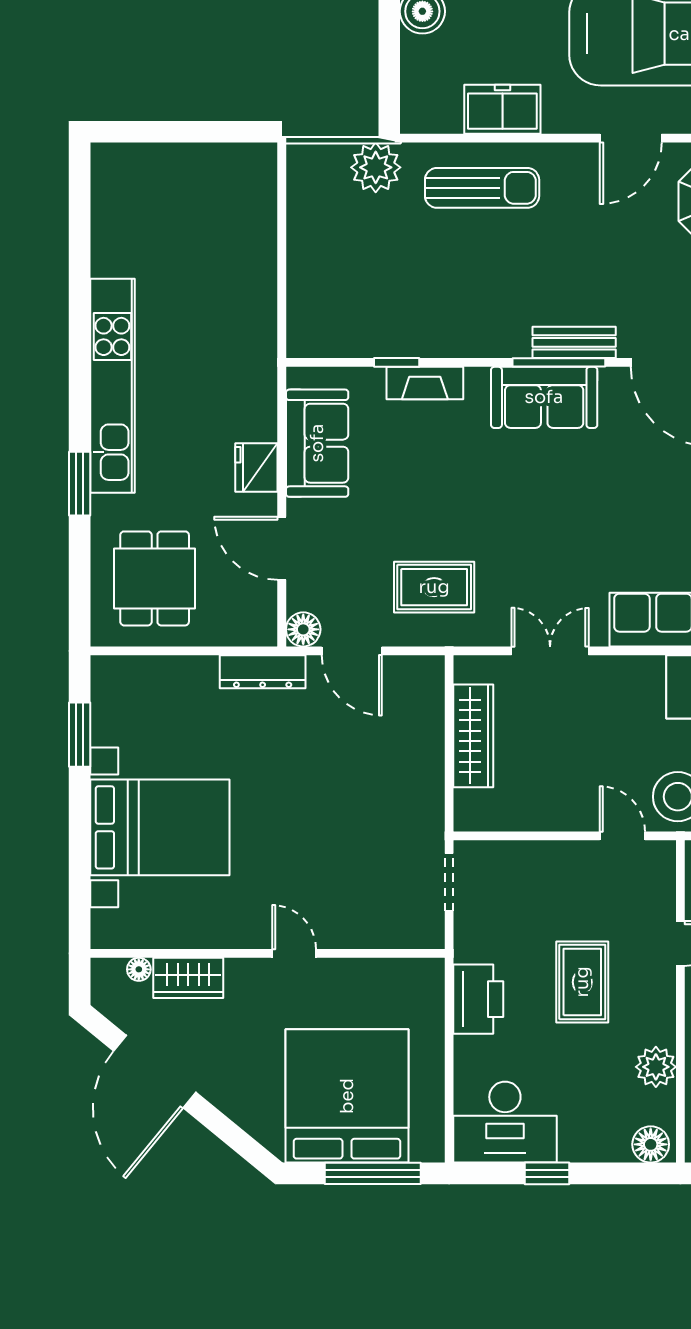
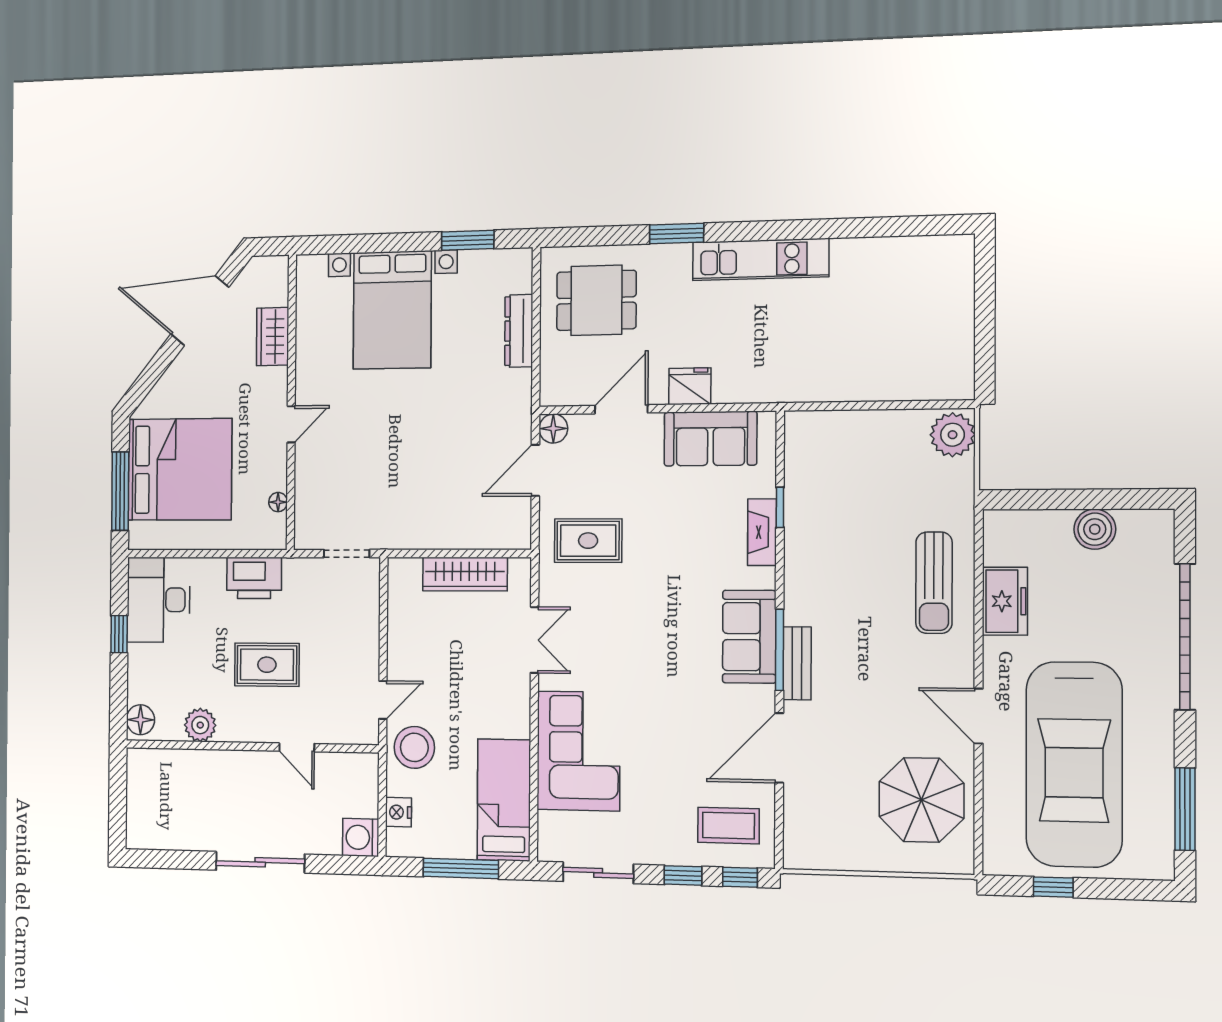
plant: (376, 167) -> (953, 435), moved
kitchen unit: (112, 386) -> (761, 259), width x0.73
rug: (434, 587) -> (588, 541), turned 90
dresser: (263, 672) -> (519, 331), moved
floor lamp: (139, 969) -> (278, 502), moved

